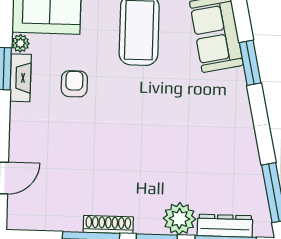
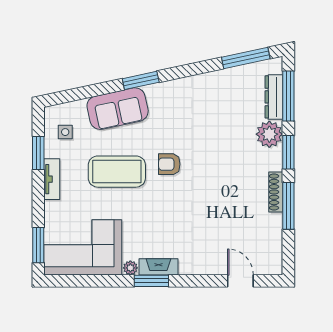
armchair: (74, 84) -> (169, 164), moved

